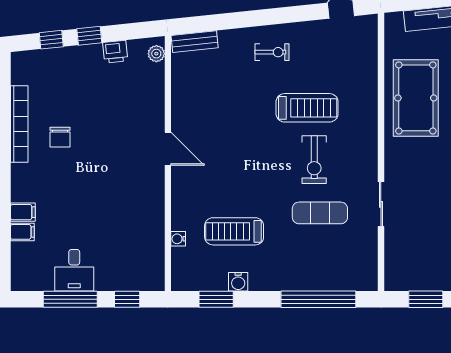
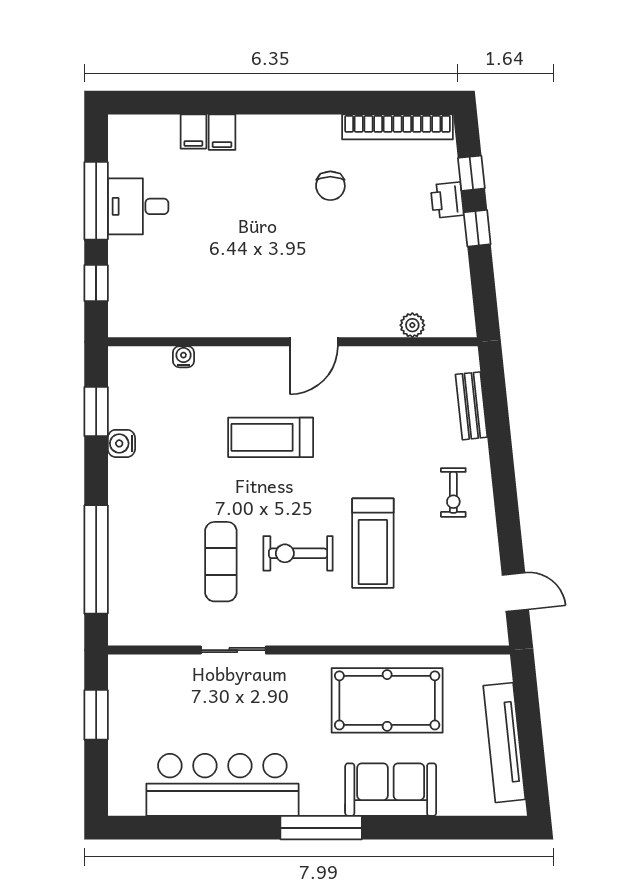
bench: (195, 42) -> (471, 406), moved
printer: (115, 52) -> (447, 200), moved
plant: (156, 54) -> (412, 325), moved
bookcase: (19, 124) -> (397, 127), moved
chair: (60, 137) -> (330, 186), turned -90
treadmill: (234, 231) -> (271, 437), moved, turned -90

